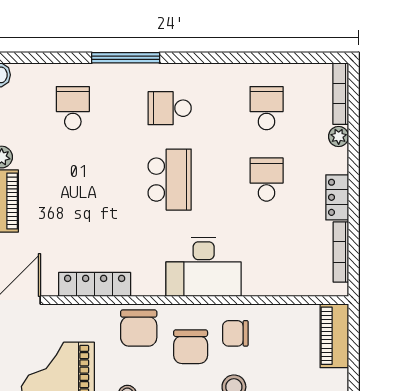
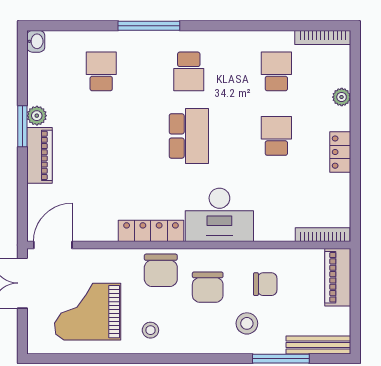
bookcase: (341, 94) -> (323, 38), moved, turned -90
school desk: (170, 108) -> (189, 71), turned -90
bookcase: (341, 252) -> (323, 235), moved, turned 90
locker: (95, 284) -> (151, 231), moved
chair: (235, 333) -> (265, 284), moved, turned 180

